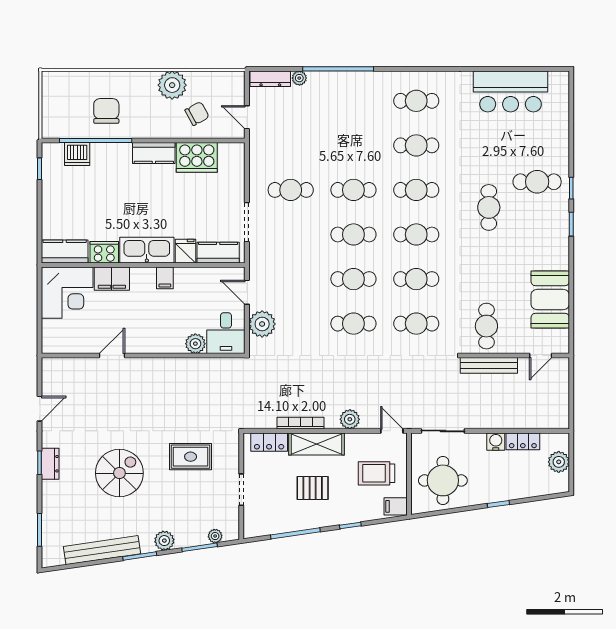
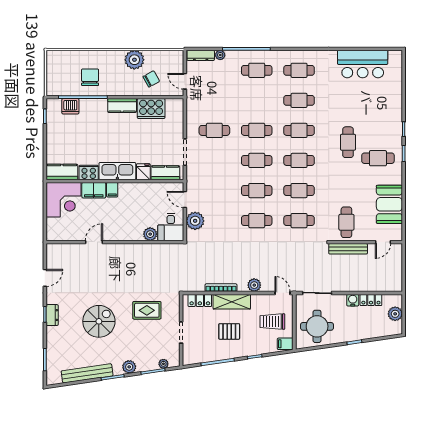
cafe table: (353, 101) -> (257, 70), added
cafe table: (537, 182) -> (378, 158), moved
filing cabinet: (165, 278) -> (112, 190), moved

